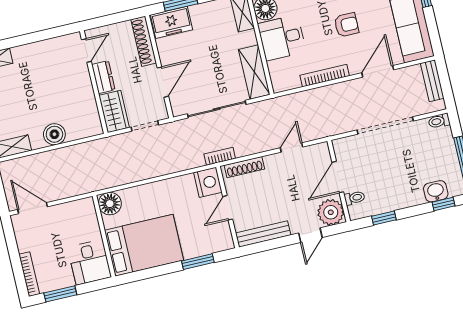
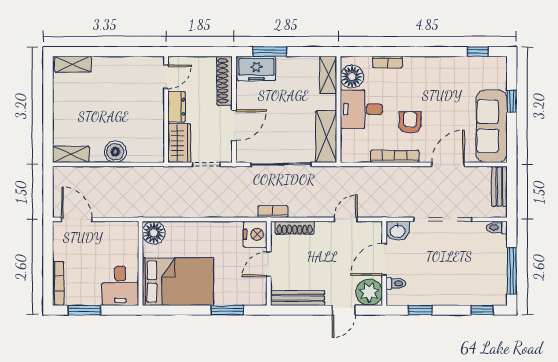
armchair: (346, 25) -> (410, 122), moved, turned -90
washbasin: (436, 191) -> (398, 231), moved, turned 180

